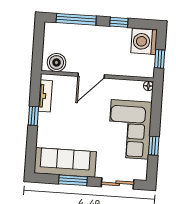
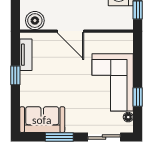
door: (91, 76) -> (70, 31), hinge flipped
floor lamp: (148, 86) -> (128, 117), moved
sofa: (65, 162) -> (42, 120), width x0.73

